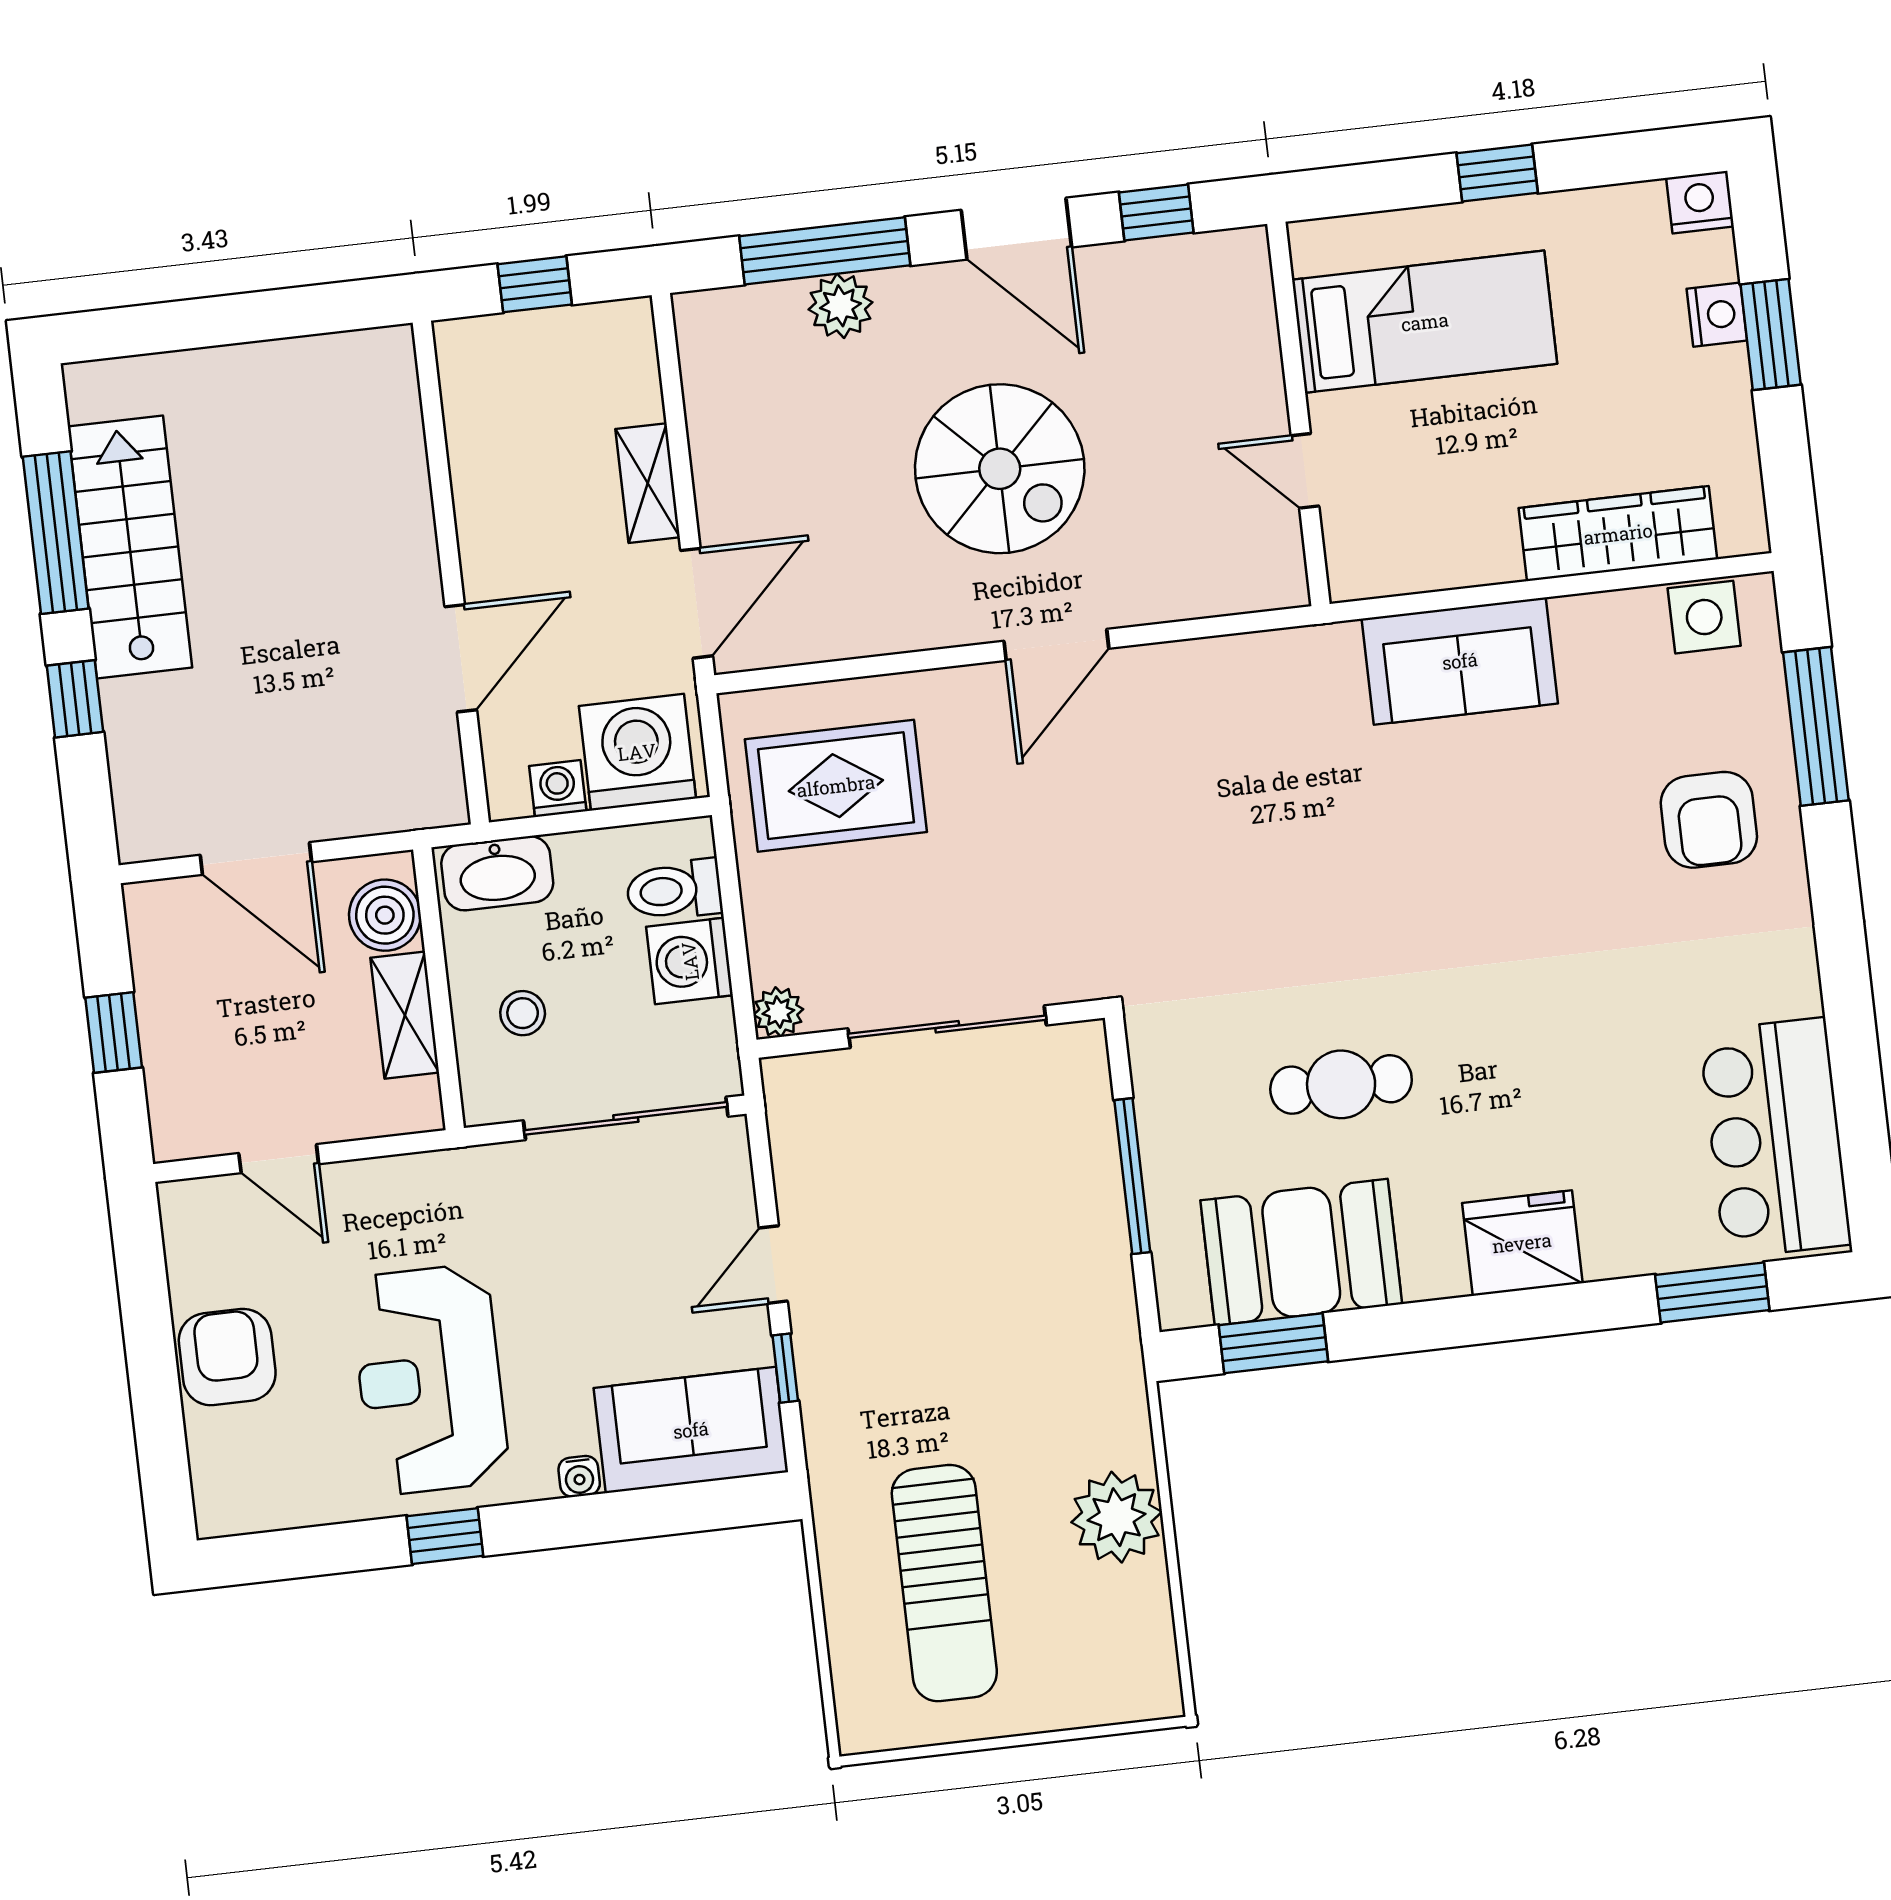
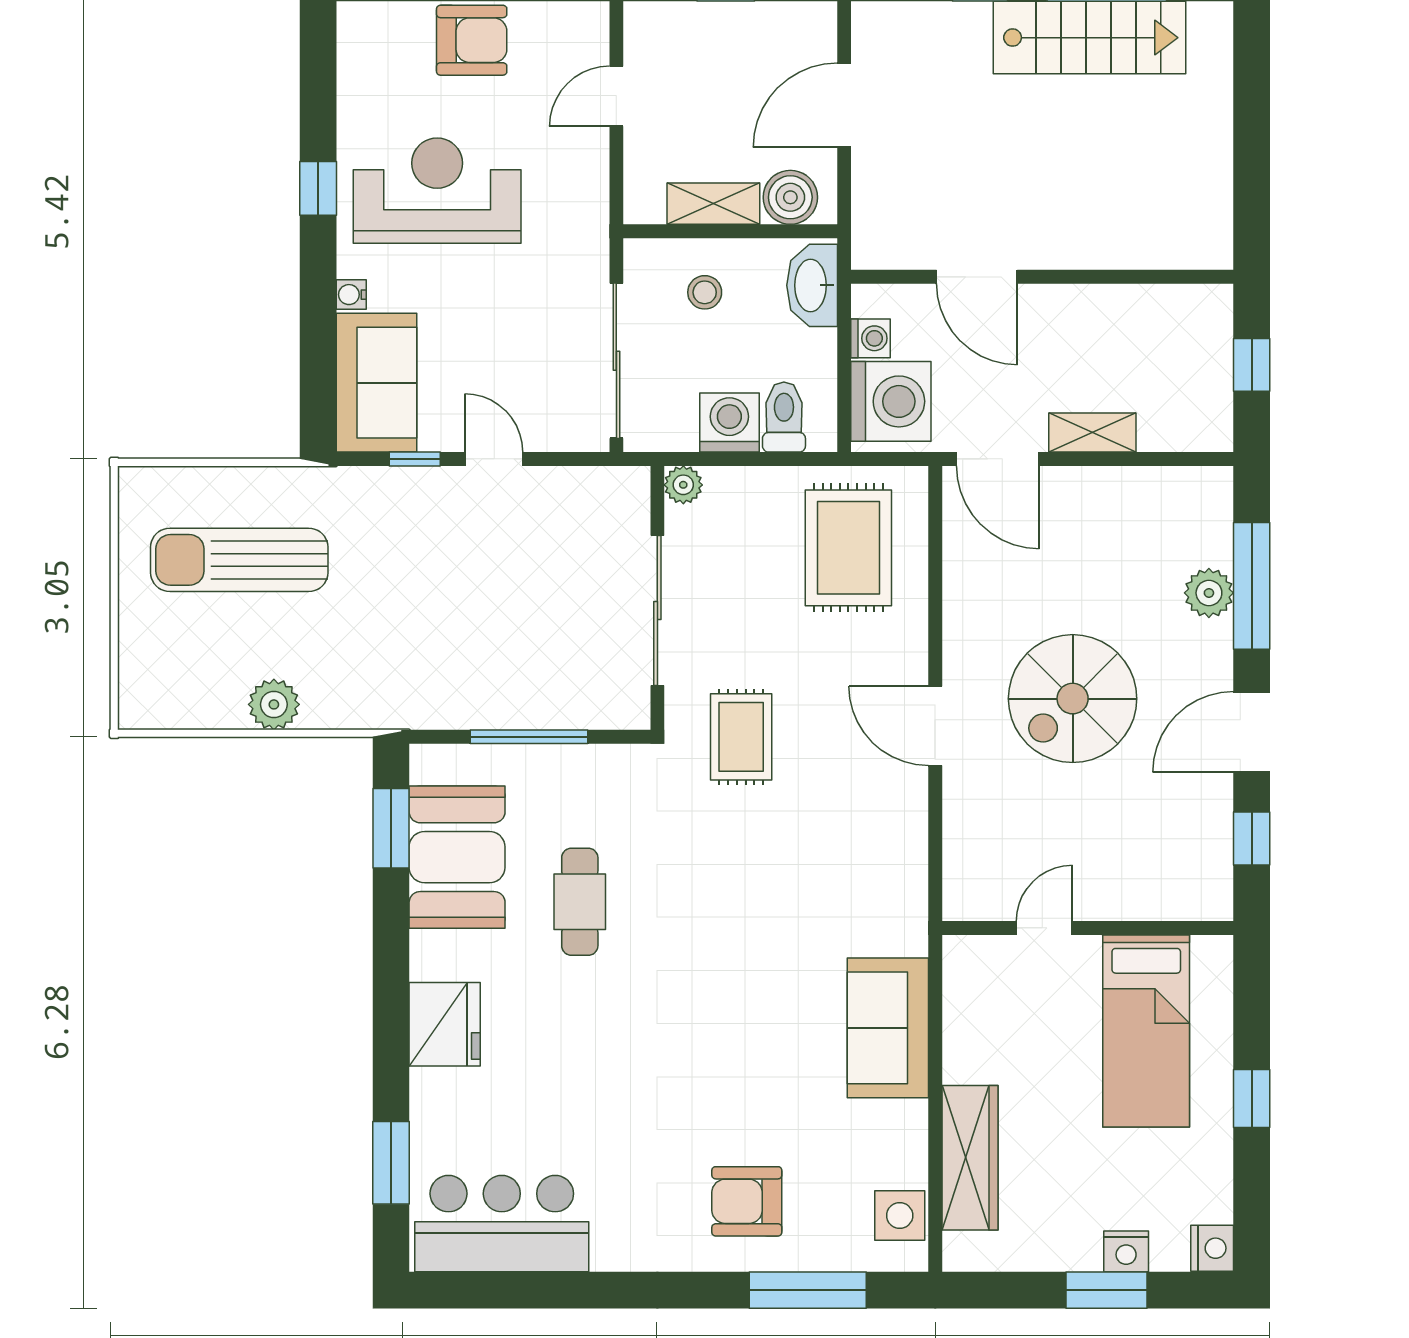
rug: (1100, 898) -> (741, 737), added
plant: (1117, 1517) -> (274, 704), width x0.73, depth x0.73

